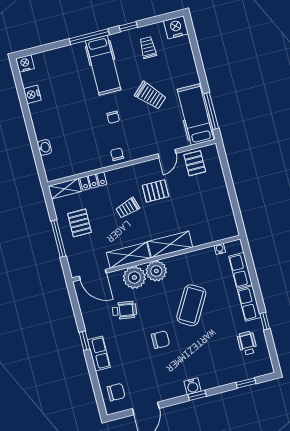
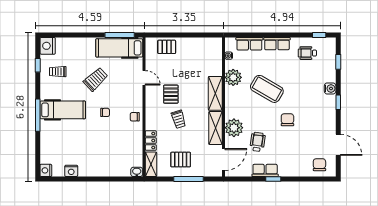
window: (128, 27) -> (38, 65), moved
washbasin: (44, 147) -> (137, 172), moved
pallet: (195, 163) -> (167, 47), moved
plant: (156, 271) -> (233, 77), moved
window: (265, 321) -> (319, 35), moved
row of seats: (99, 353) -> (265, 170), moved
water cooler: (193, 386) -> (330, 88), moved

